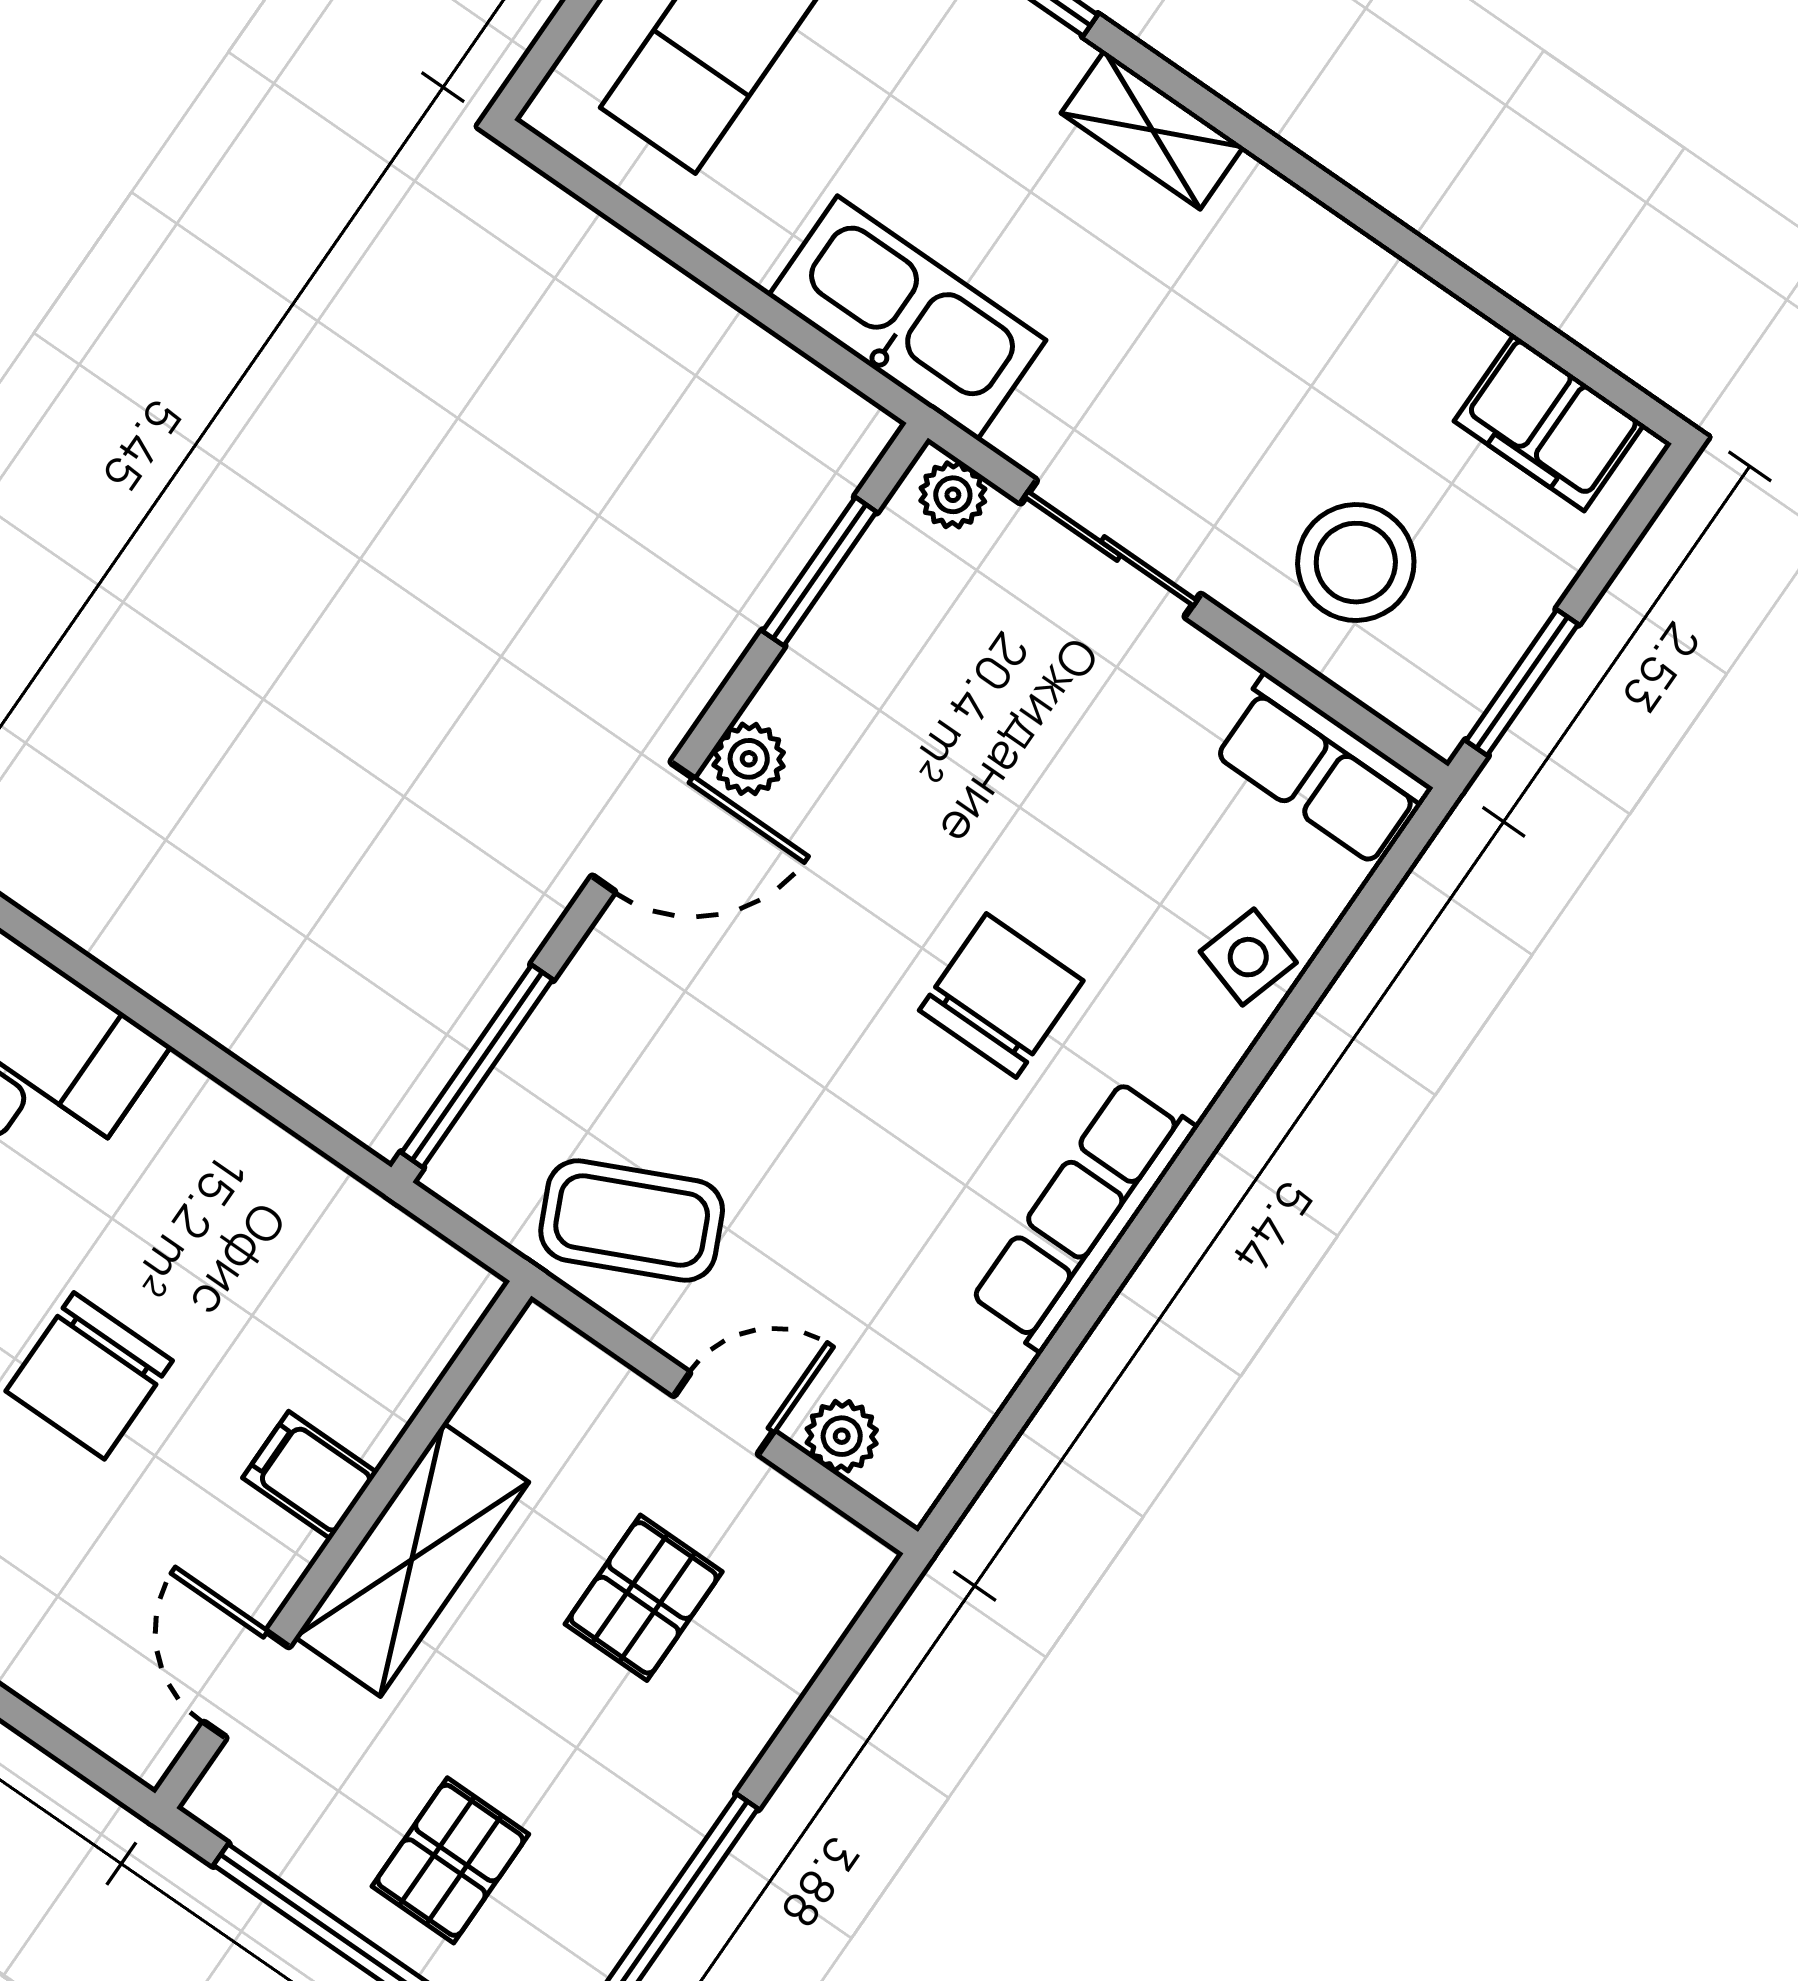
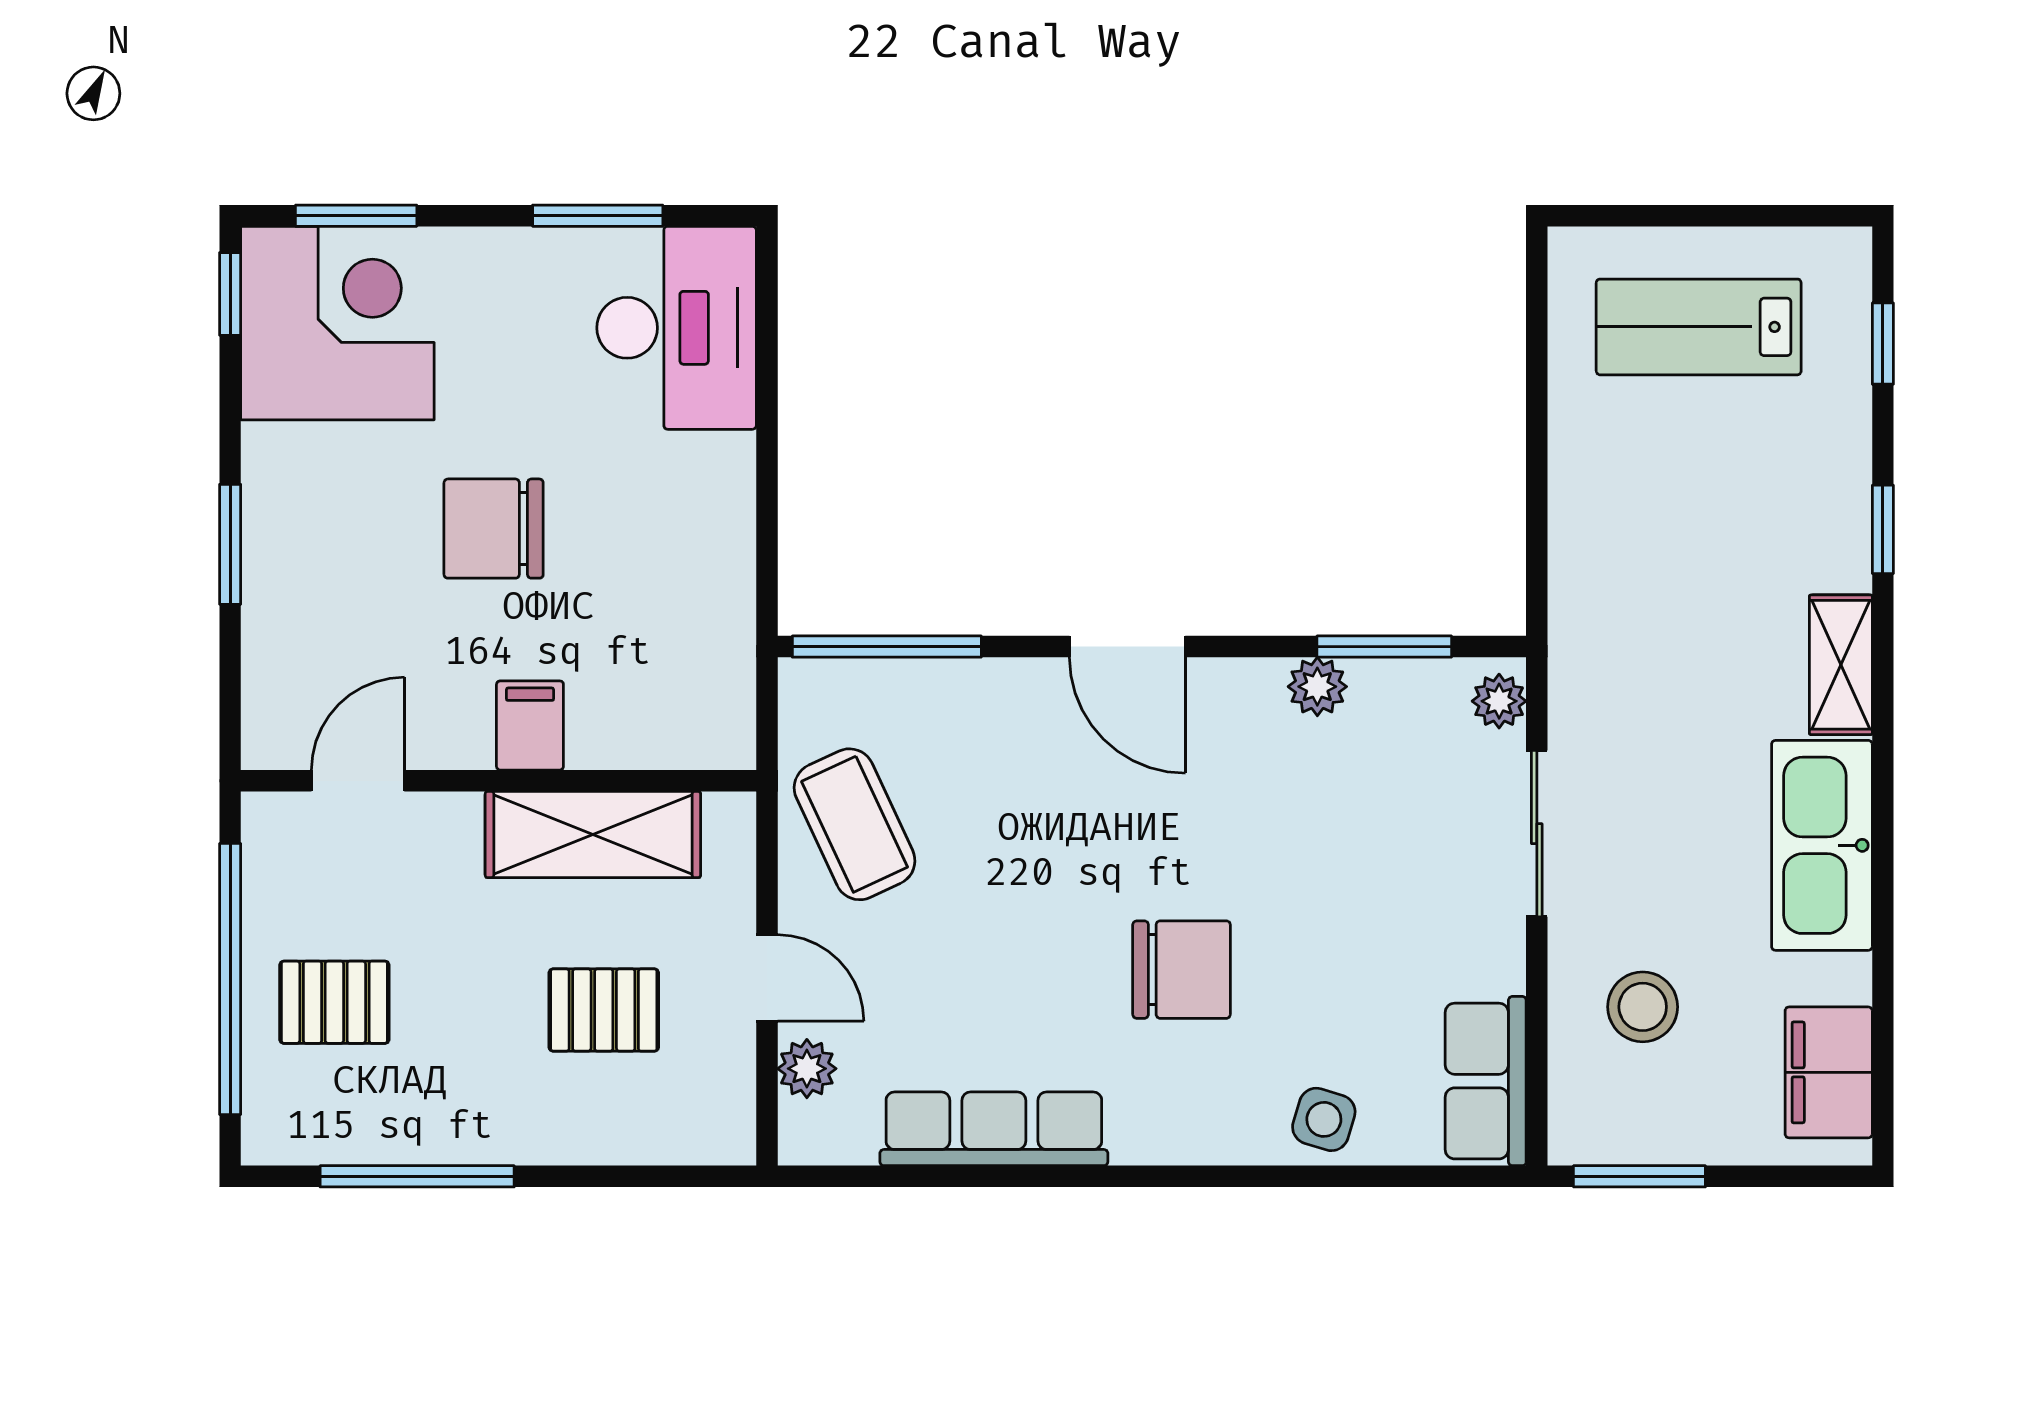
kitchen sink: (907, 318) -> (1822, 845), moved, turned 180
stool: (1356, 563) -> (1643, 1007), width x0.73, depth x0.73
plant: (749, 759) -> (1317, 687), moved
row of seats: (1083, 1215) -> (994, 1129), moved
shelving: (412, 1560) -> (593, 834), moved

